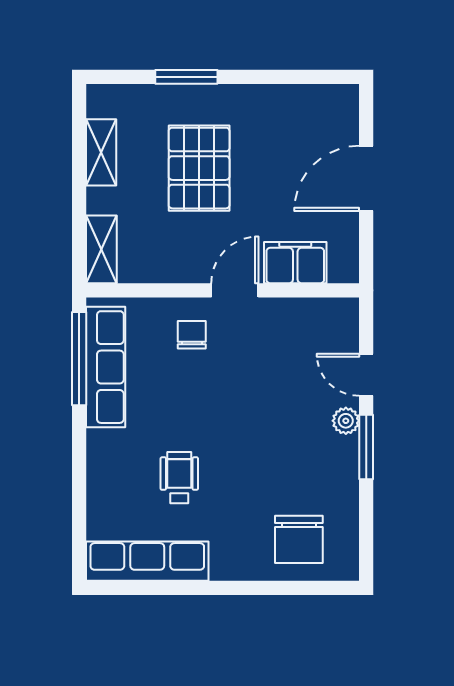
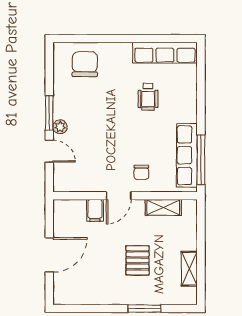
pallet: (199, 168) -> (138, 260), width x0.67, depth x0.71
shelving: (101, 249) -> (163, 207), moved, turned 90
filing cabinet: (295, 263) -> (95, 210), width x0.50

